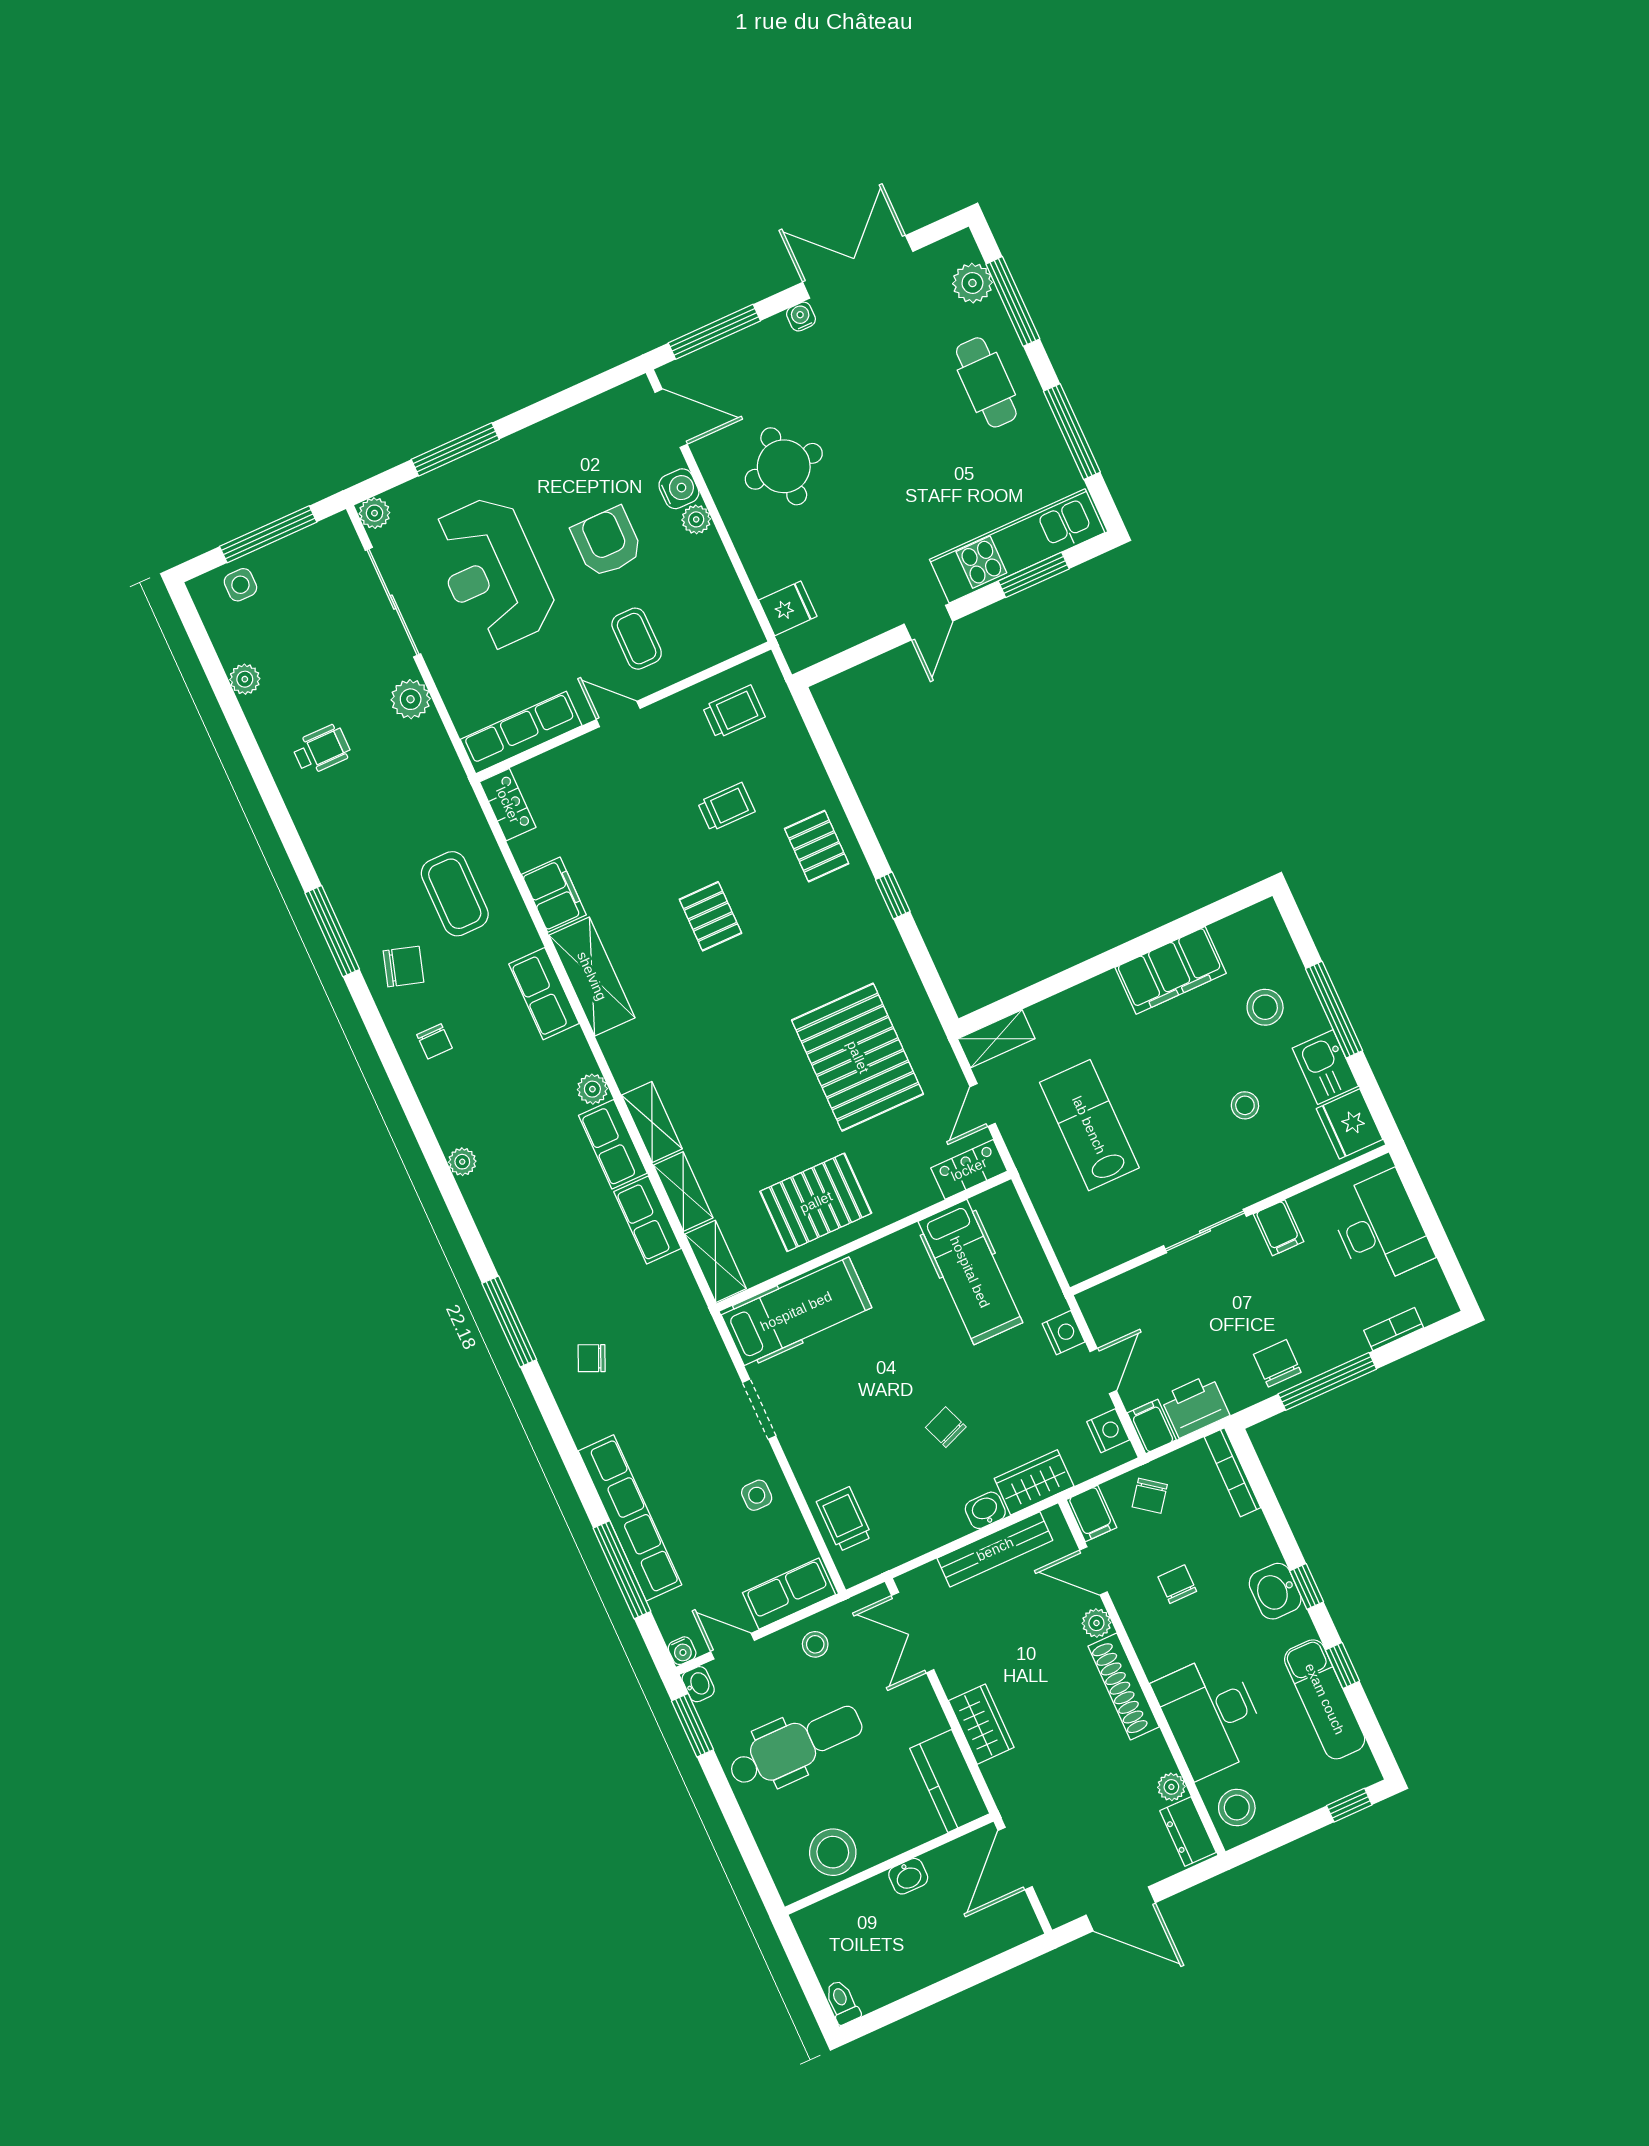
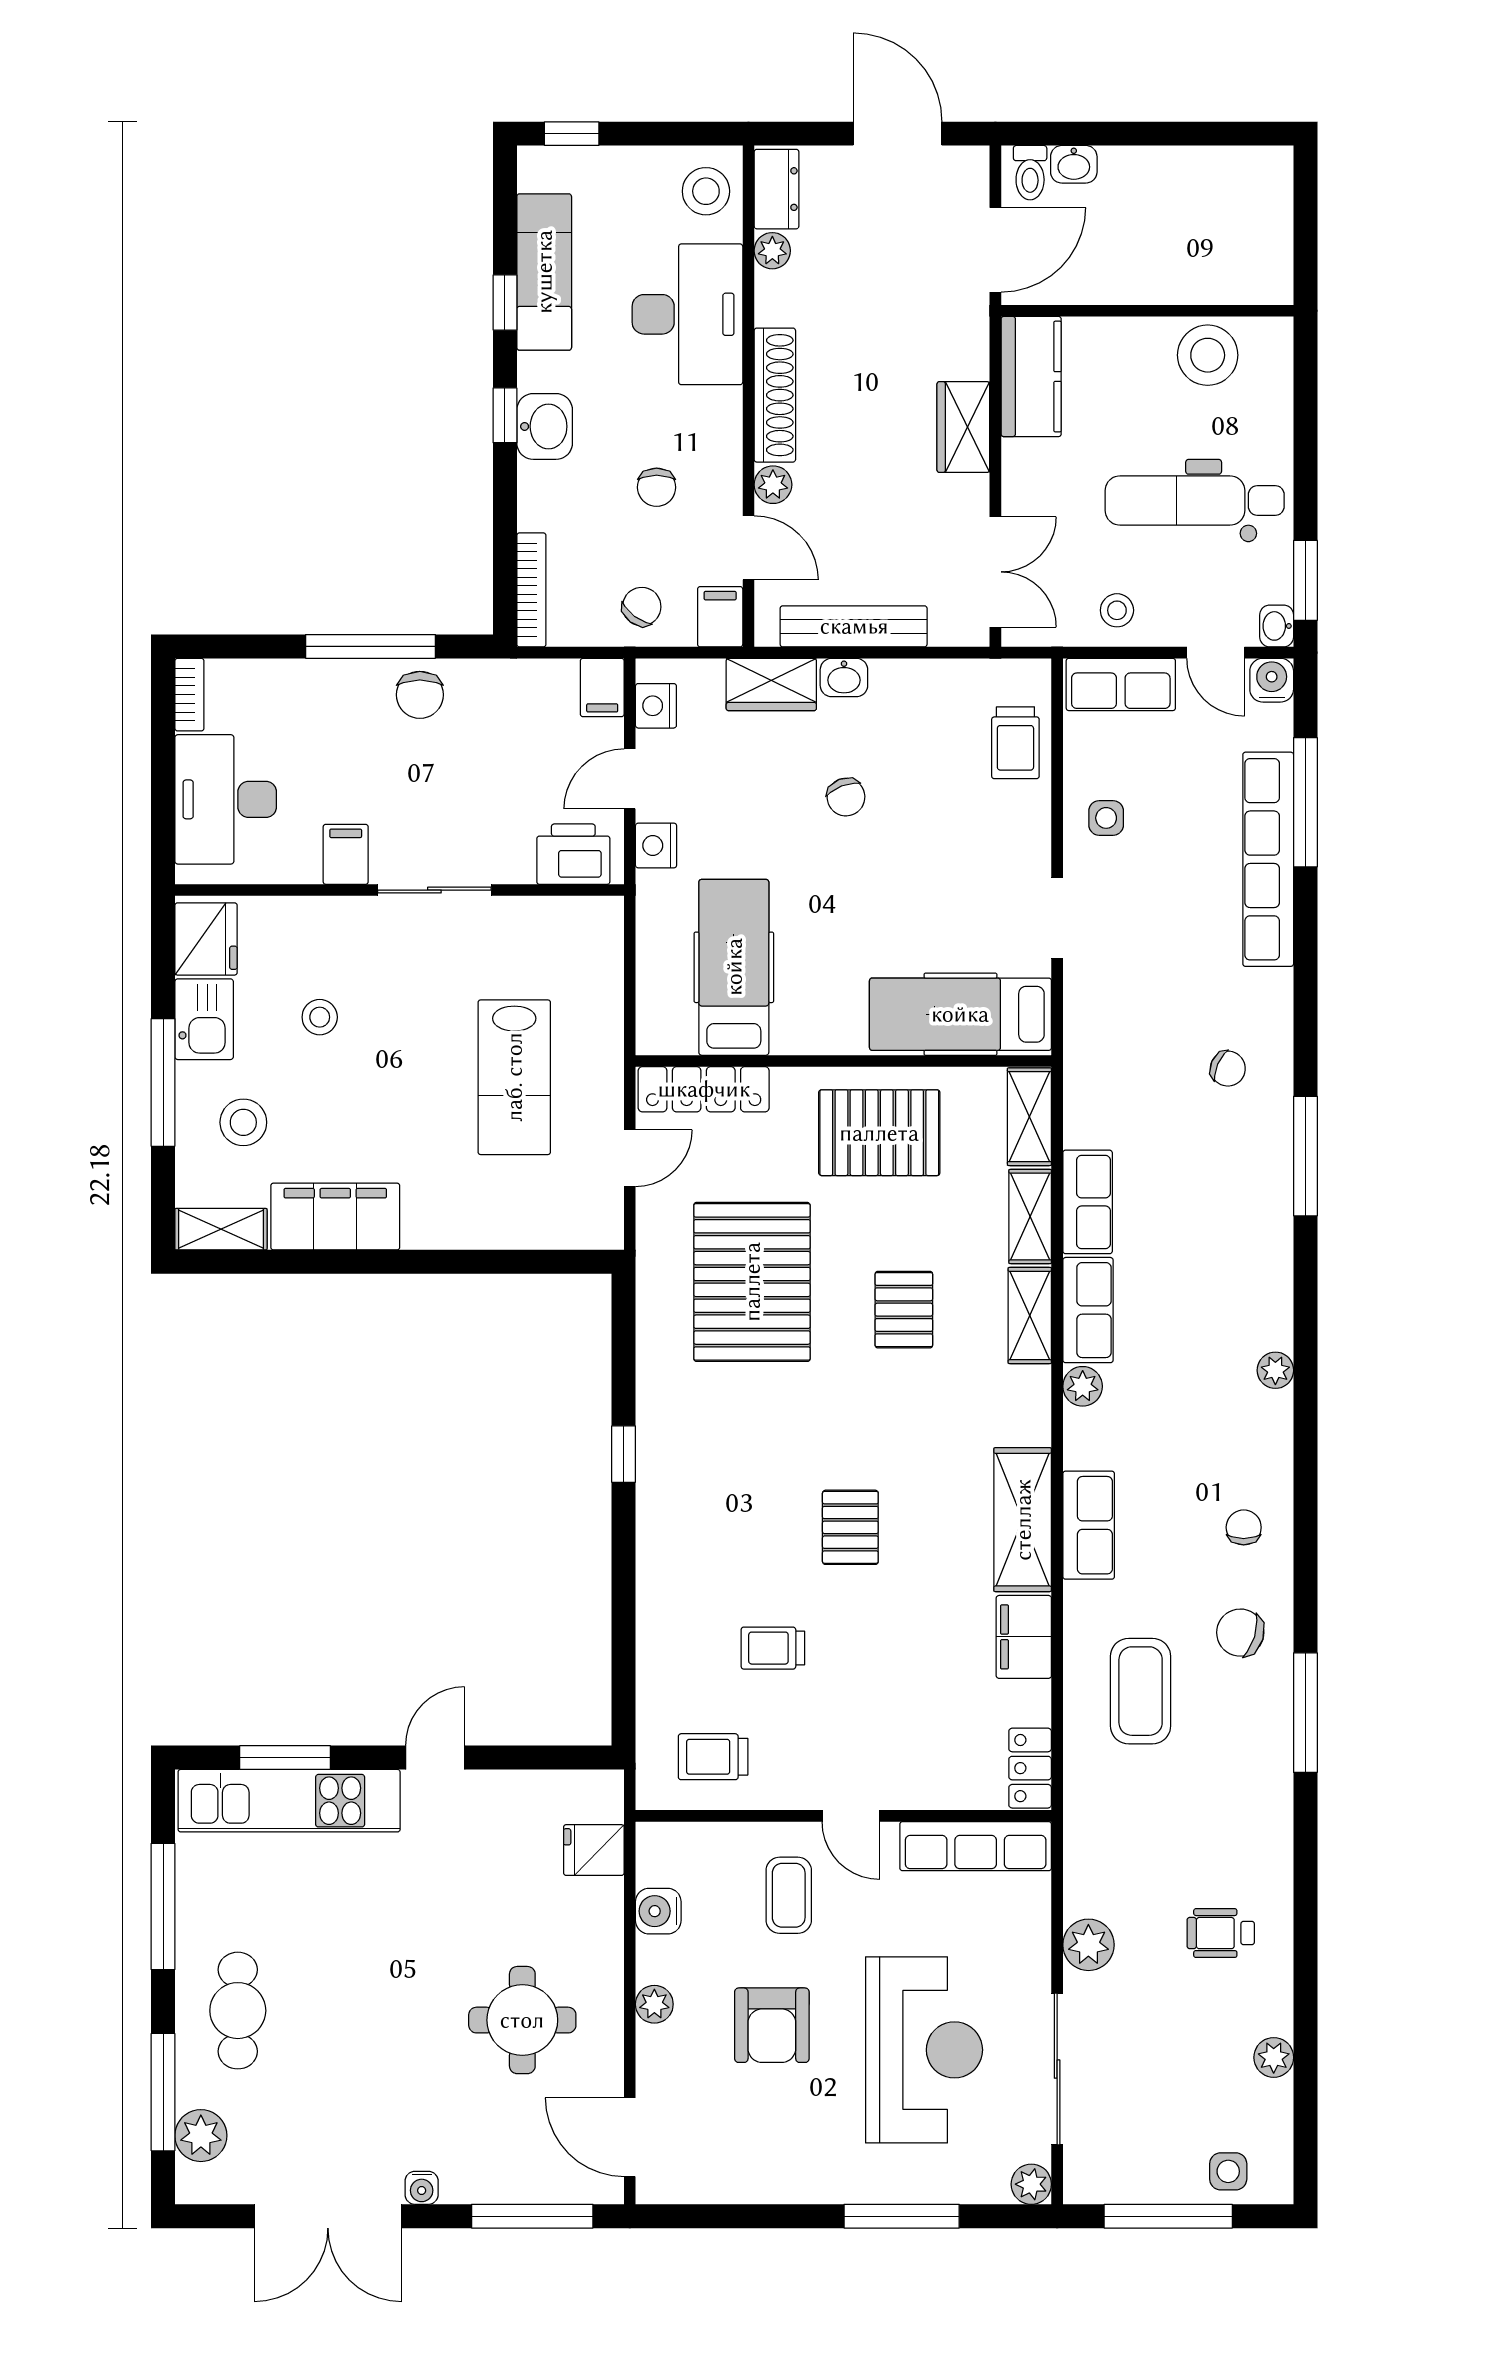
water cooler: (679, 489) -> (658, 1911), moved
pallet: (817, 846) -> (904, 1310), moved
shelving: (996, 1039) -> (221, 1229), moved
locker: (969, 1169) -> (704, 1089), width x1.53
bookcase: (1394, 1329) -> (189, 695), moved, turned -90
printer: (1195, 1406) -> (573, 854), moved, turned 180
water cooler: (682, 1651) -> (1272, 680), width x1.38, depth x1.38
washbasin: (908, 1876) -> (1074, 164), moved, turned 180
toilet: (842, 2002) -> (1030, 173), moved

